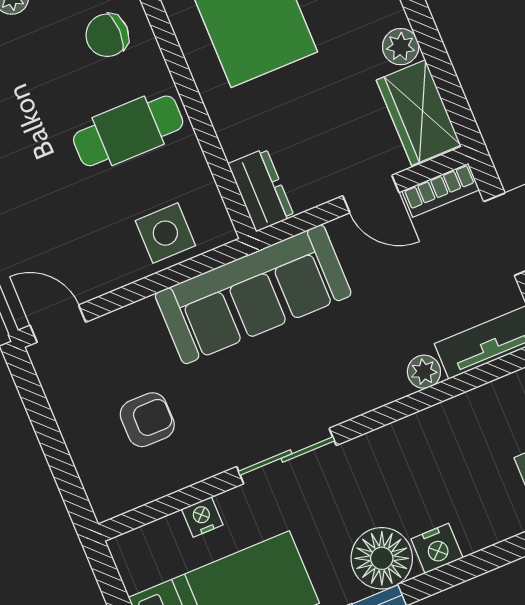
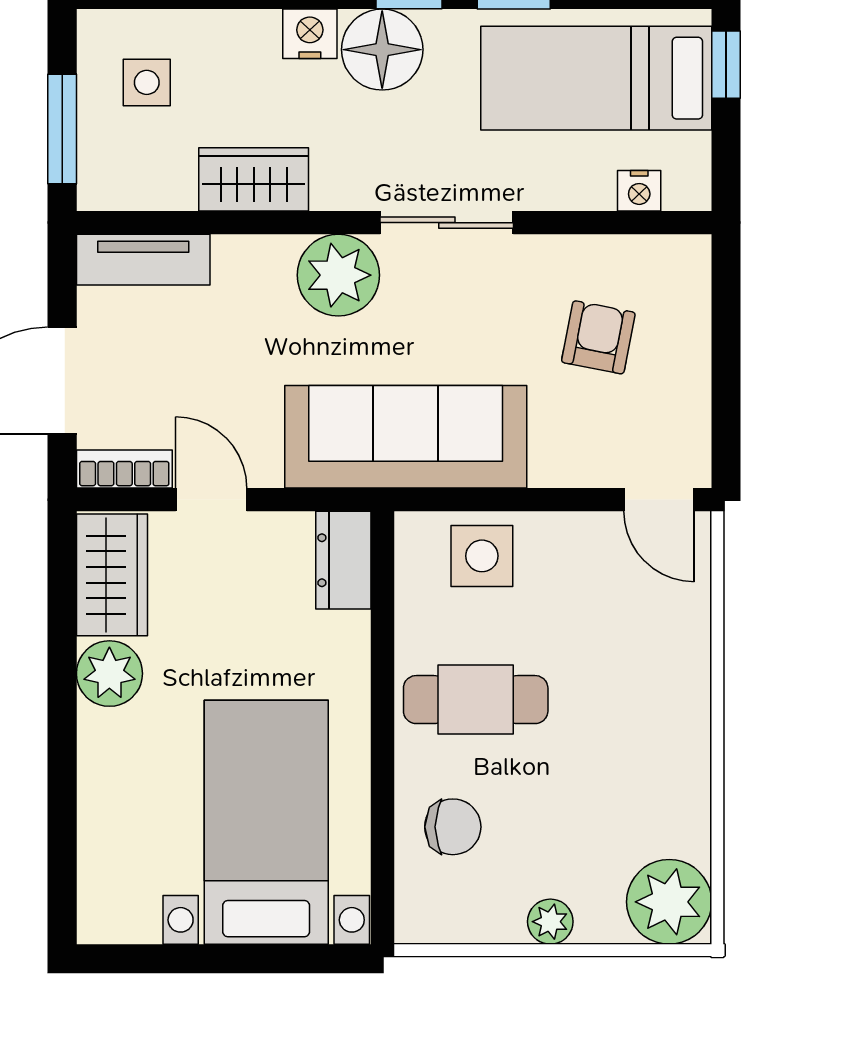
plant: (401, 47) -> (109, 674), width x1.38, depth x1.38
plant: (424, 372) -> (338, 275), moved, width x1.88, depth x1.88
armchair: (147, 420) -> (598, 337), turned 101
wardrobe: (434, 430) -> (254, 179), added
nightstand: (202, 517) -> (639, 191), moved

